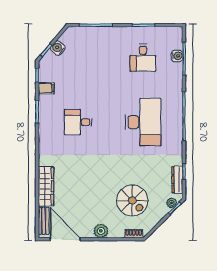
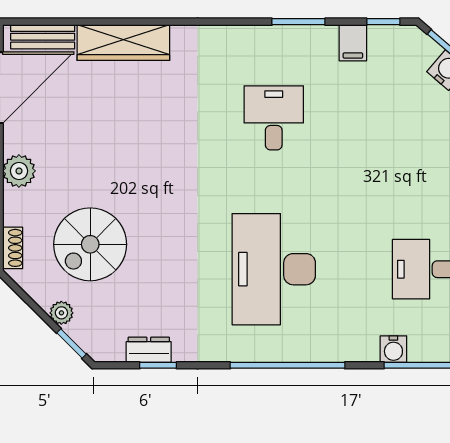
water cooler: (177, 56) -> (393, 349), moved
desk: (143, 122) -> (274, 269), turned 90
dresser: (177, 180) -> (149, 350), width x0.70
plant: (172, 203) -> (61, 313), moved

